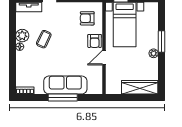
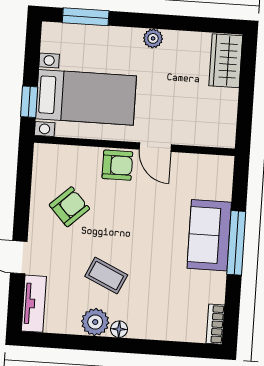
armchair: (87, 18) -> (69, 207), moved, turned -133
window: (161, 42) -> (86, 17), moved
sofa: (65, 85) -> (209, 235), width x0.73
wardrobe: (140, 87) -> (226, 61), width x0.67

